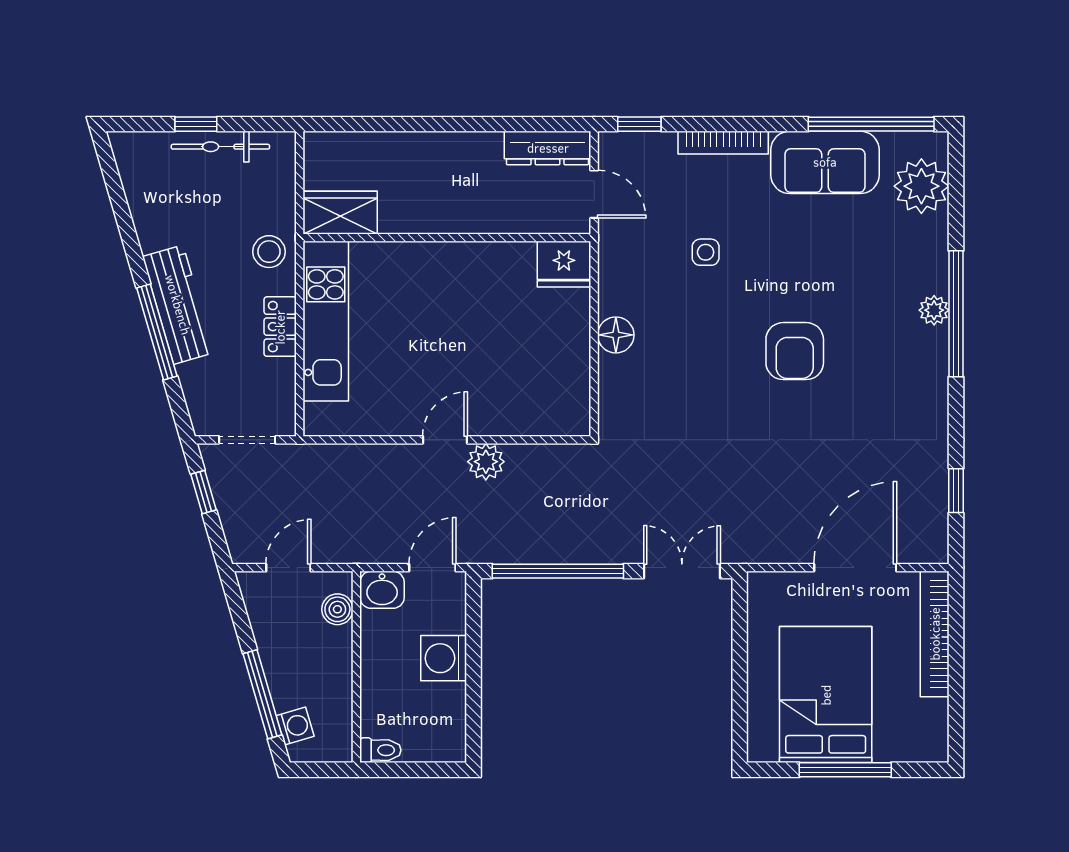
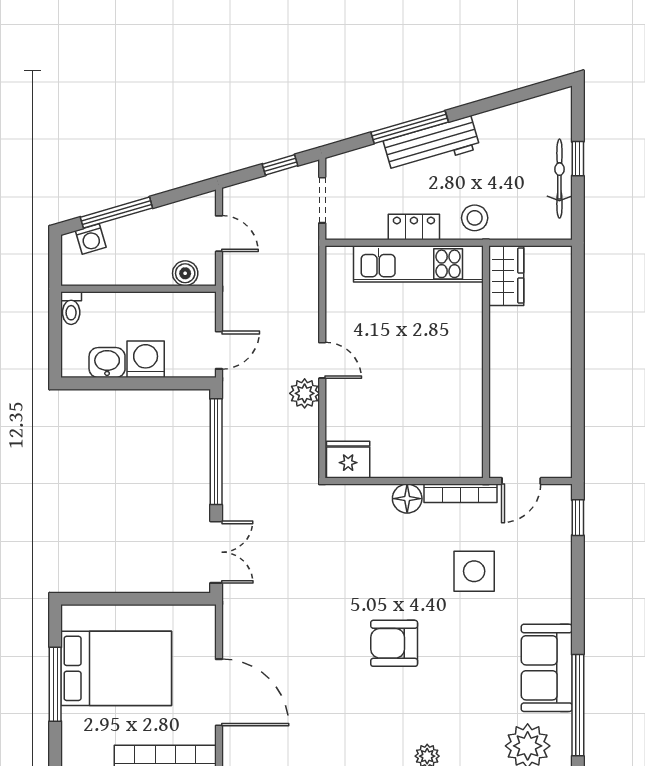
bookcase: (723, 143) -> (460, 493), moved, turned -90
dresser: (548, 148) -> (558, 443), removed
side table: (706, 252) -> (474, 571), width x1.87, depth x1.87
fridge: (564, 264) -> (348, 460), moved, turned 90
door: (432, 568) -> (219, 350), hinge flipped
washbasin: (382, 590) -> (107, 363), moved, turned 90

